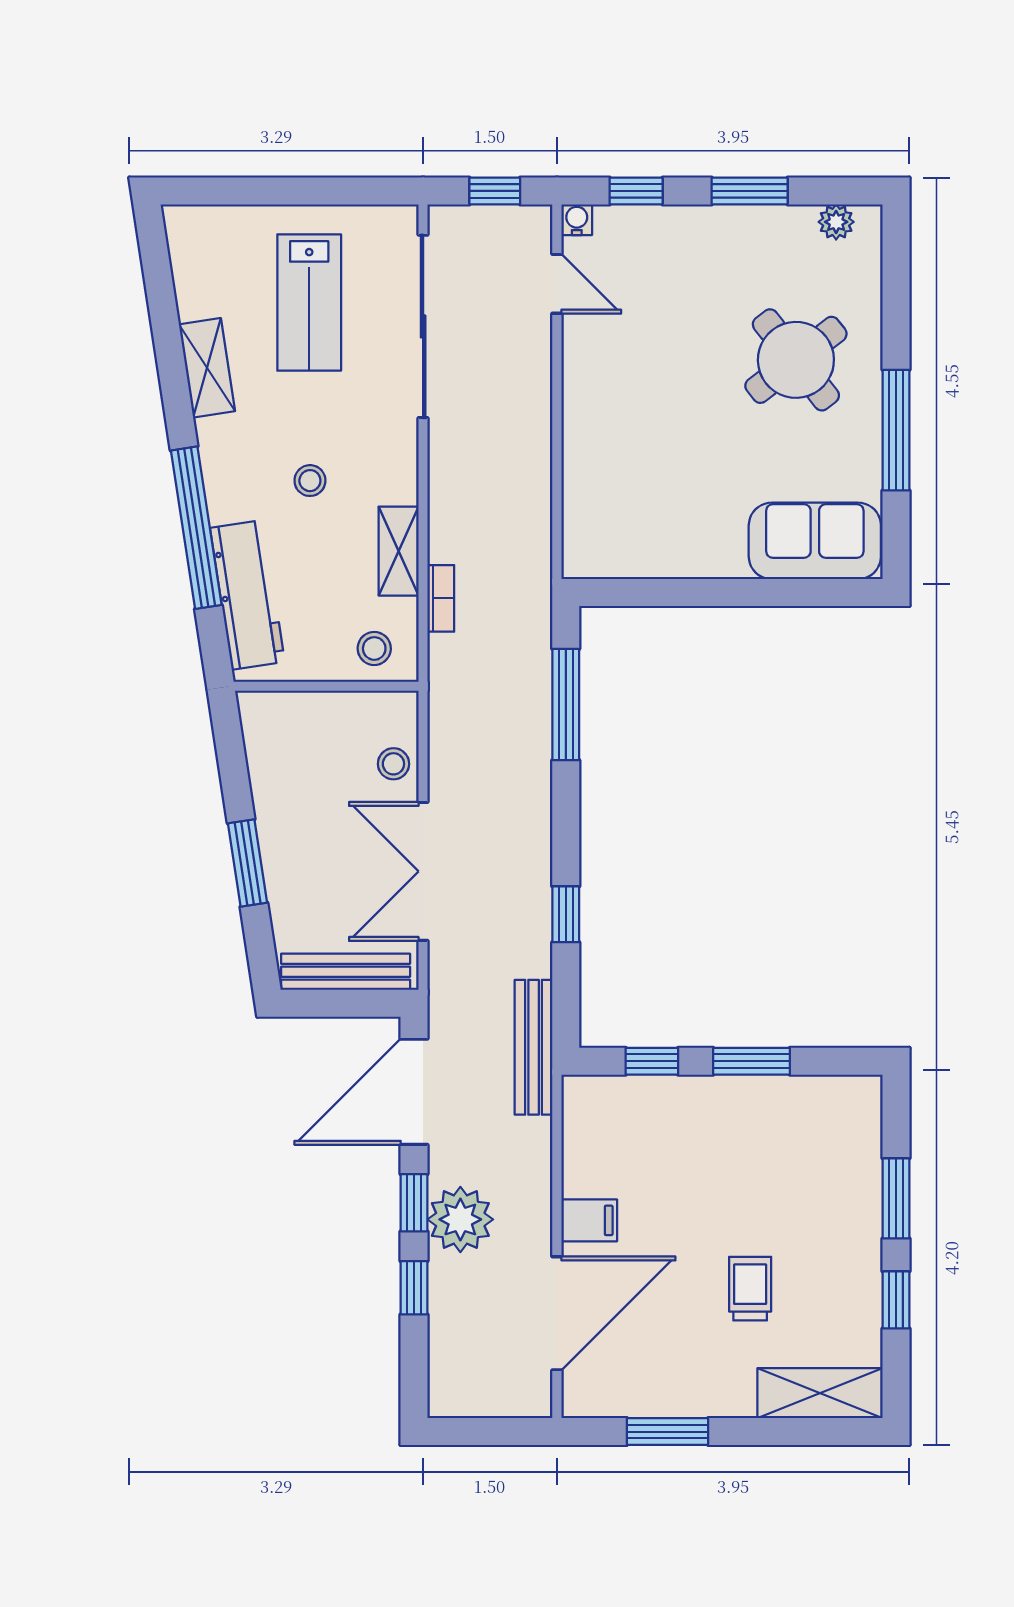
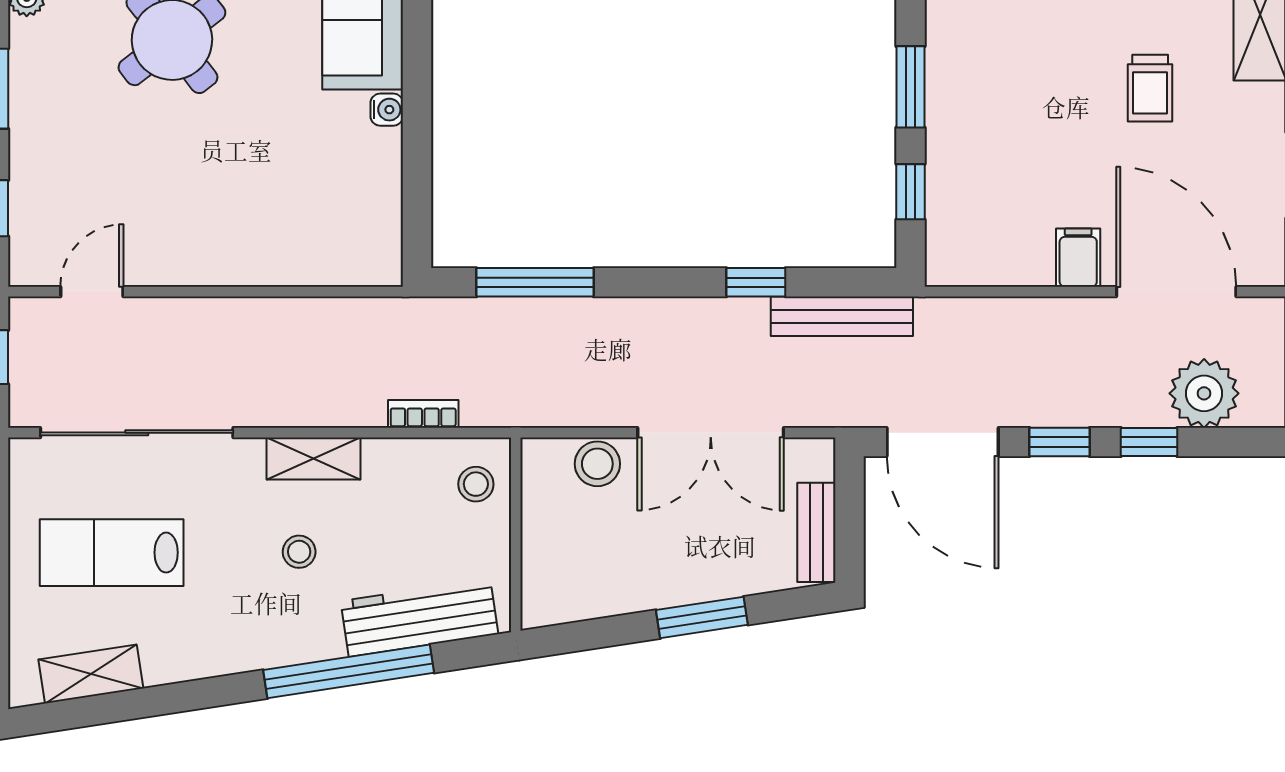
water cooler: (577, 220) -> (387, 110), moved, turned 180
lab bench: (309, 303) -> (112, 553), turned 180
shelving: (207, 368) -> (91, 674), moved
shelving: (399, 551) -> (314, 458), moved
stool: (393, 764) -> (597, 464), width x1.37, depth x1.37
bench: (346, 972) -> (816, 532), width x0.73
bench: (534, 1047) -> (842, 316), moved
plant: (460, 1219) -> (1204, 393), moved
trolley: (750, 1289) -> (1150, 88), turned -90

